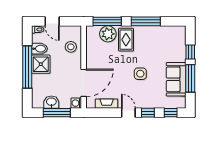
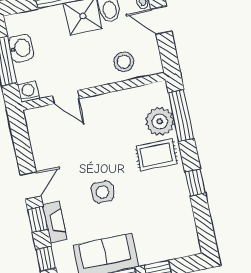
door: (52, 21) -> (161, 20), hinge flipped
window: (146, 21) -> (195, 183), width x0.46
door: (84, 83) -> (66, 97), width x0.53
fireplace: (107, 104) -> (55, 222), moved

